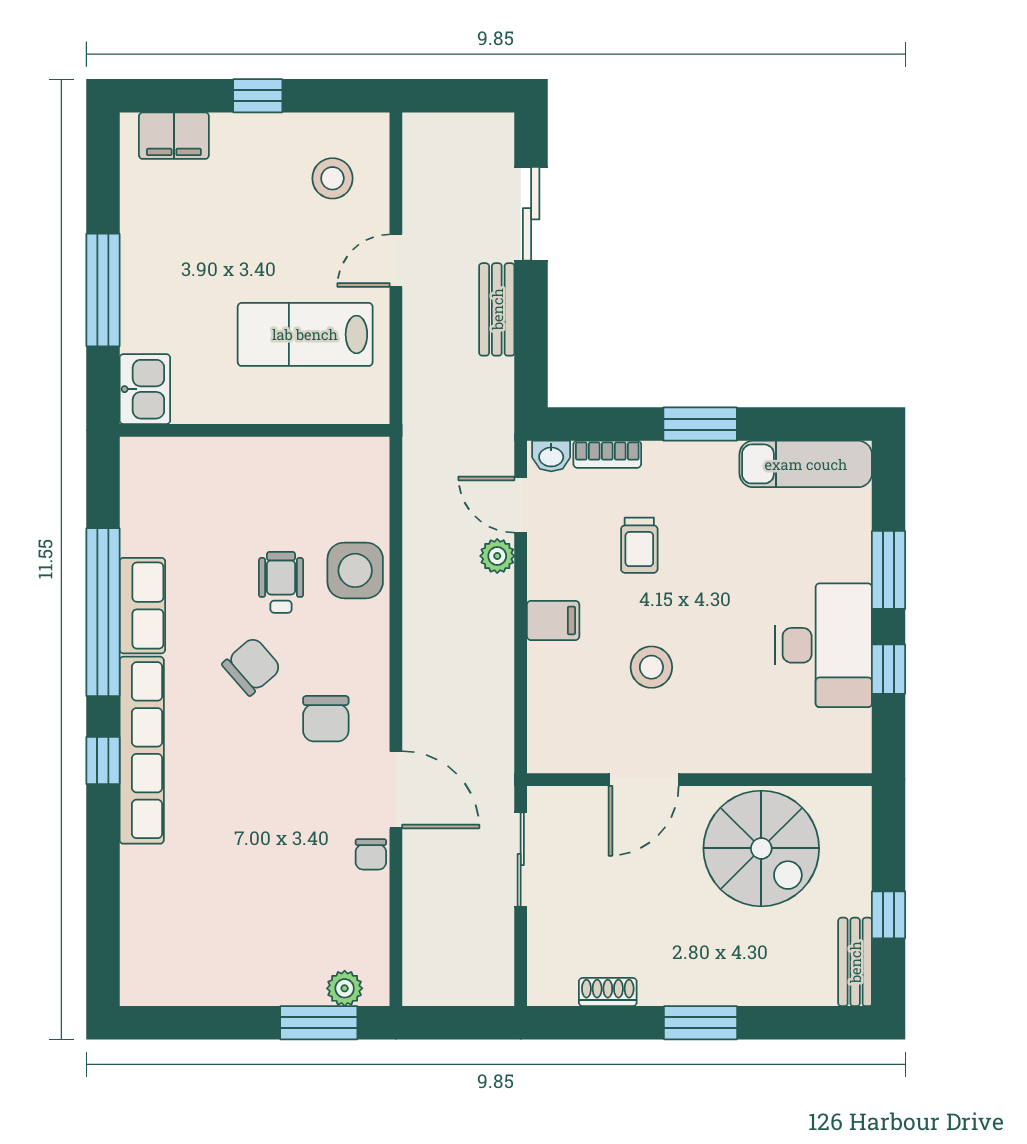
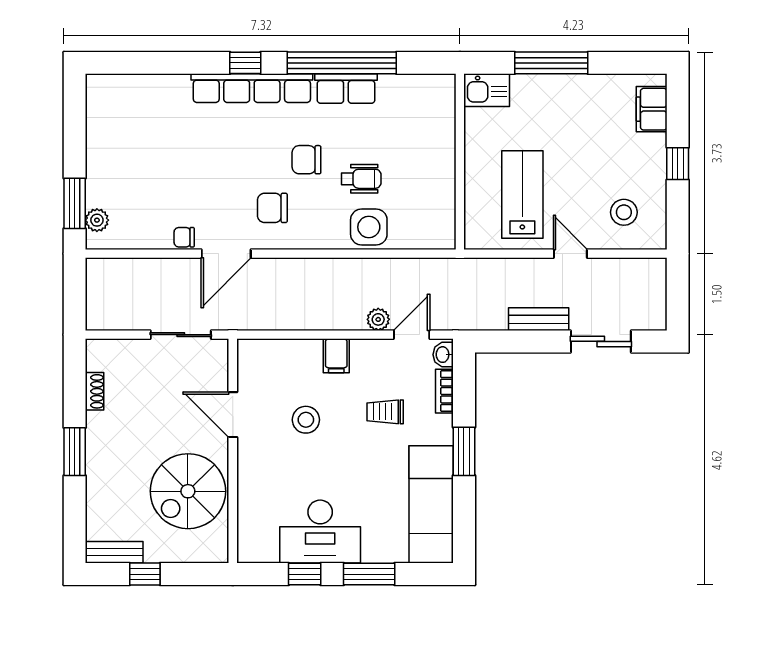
exam couch: (806, 464) -> (431, 504), width x1.36, depth x1.45
chair: (252, 666) -> (306, 160), turned 131

